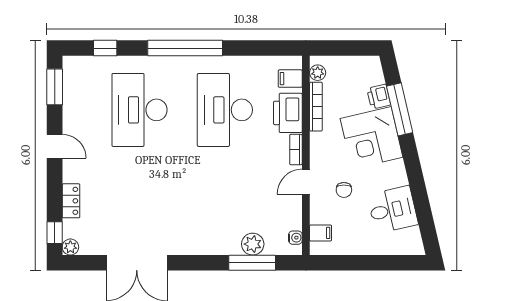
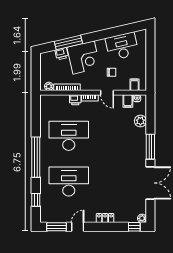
filing cabinet: (290, 79) -> (128, 101), moved
desk: (139, 110) -> (69, 181), turned 180
desk: (225, 110) -> (69, 136), turned 180
printer: (288, 113) -> (75, 100), width x0.53, depth x0.68
door: (55, 146) -> (78, 227), moved
locker: (71, 201) -> (105, 218), moved
desk: (393, 210) -> (122, 46), width x1.37
window: (252, 263) -> (150, 147), moved

